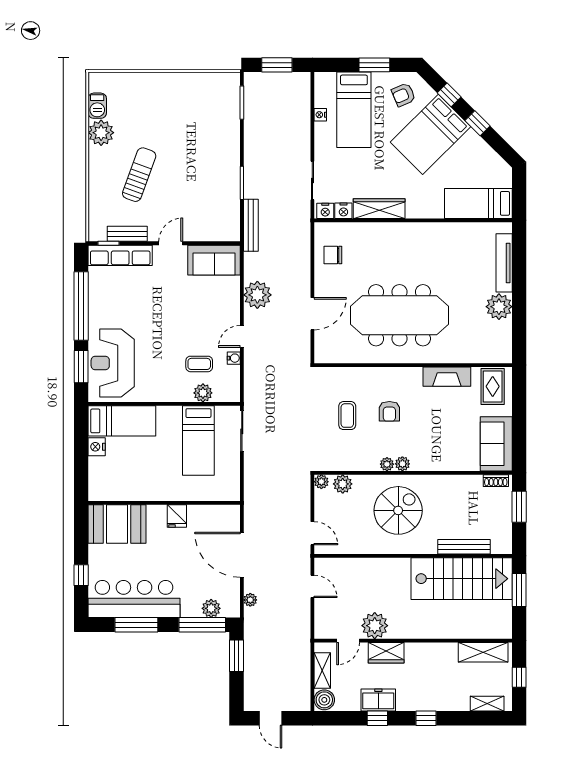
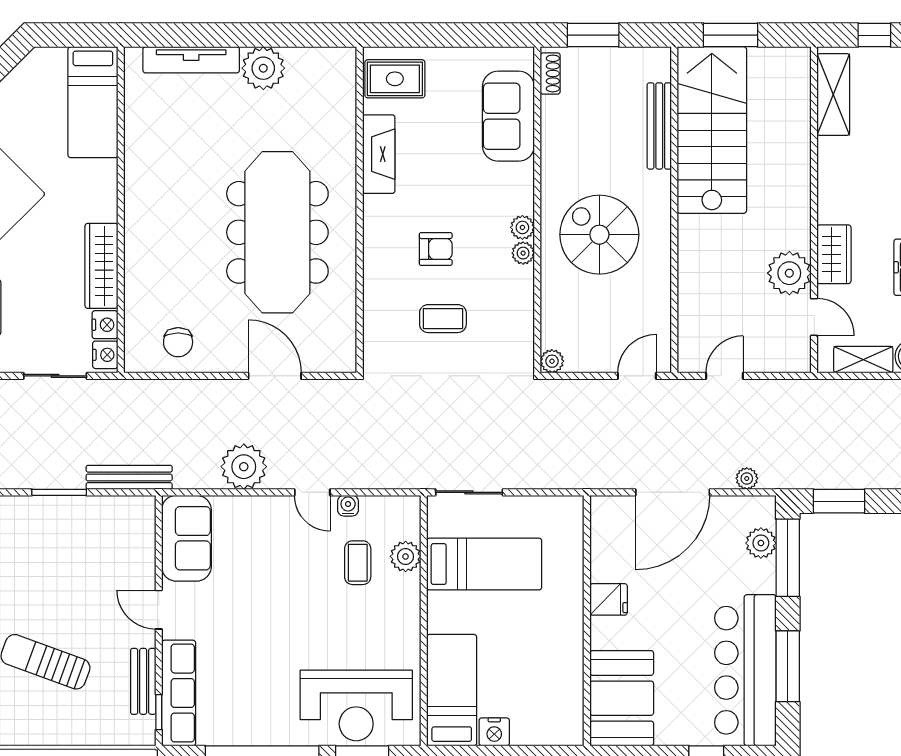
sofa: (496, 444) -> (508, 116), moved, turned 90
plant: (343, 484) -> (556, 326), removed

